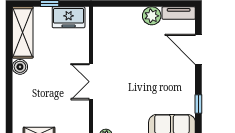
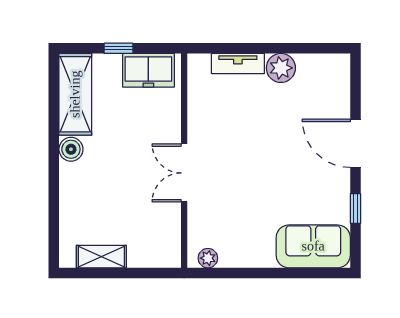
tv unit: (179, 13) -> (238, 64), moved
door: (198, 49) -> (355, 143), moved

